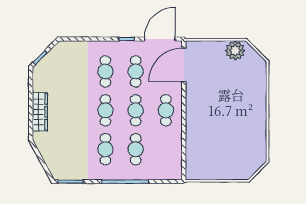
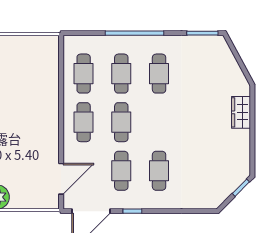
door: (184, 65) -> (61, 179), width x0.73
cafe table: (105, 110) -> (84, 74), moved
wardrobe: (40, 112) -> (241, 112), width x0.67

